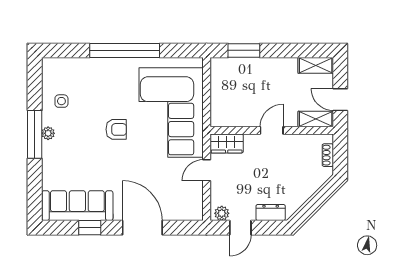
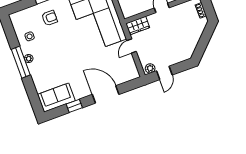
armchair: (116, 129) -> (49, 18), moved
sofa: (77, 206) -> (56, 98), width x0.73
dresser: (271, 213) -> (179, 57), removed

